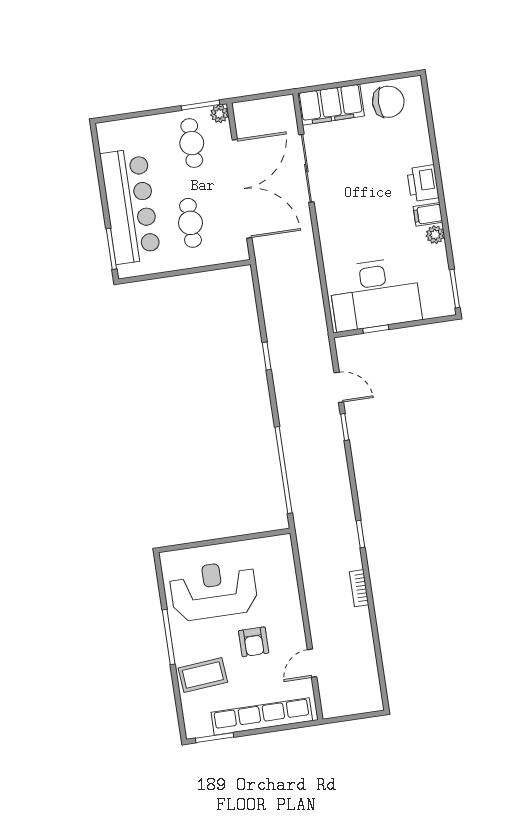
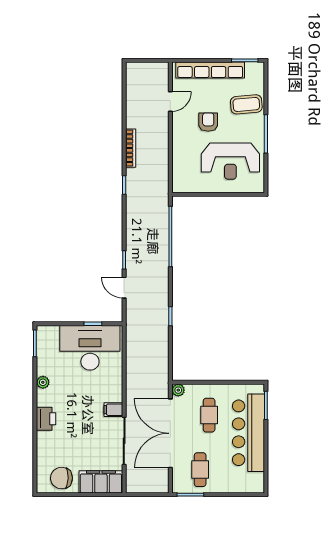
plant: (219, 114) -> (178, 390), moved
filing cabinet: (428, 214) -> (113, 410), moved, turned 180
bookcase: (359, 588) -> (131, 148), width x1.56

